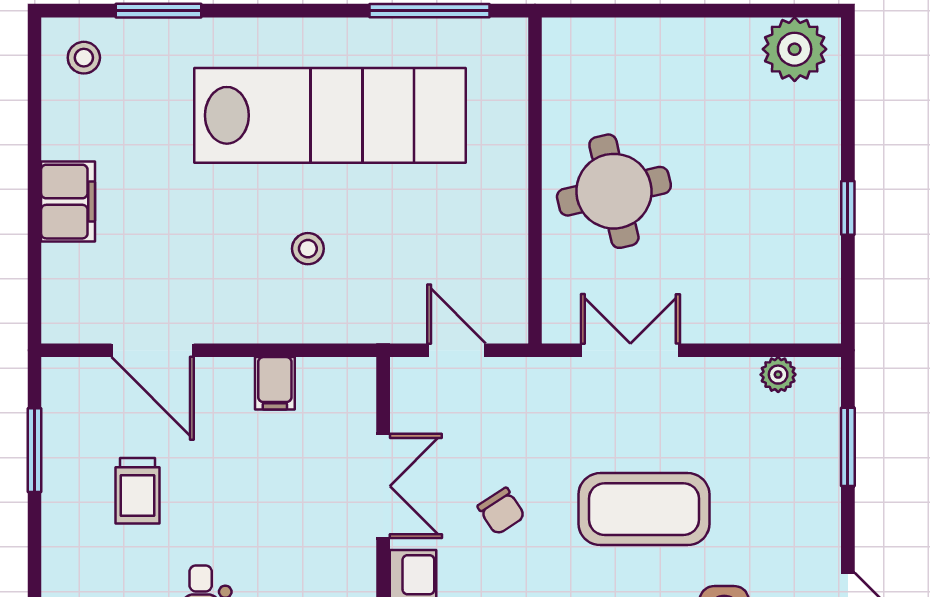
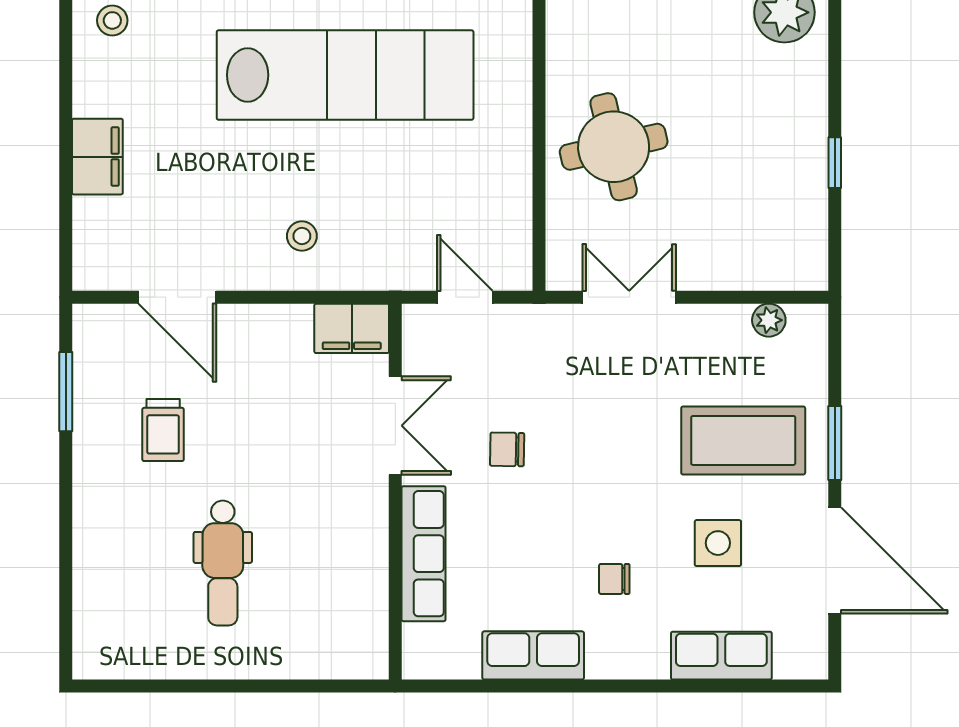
stool: (308, 249) -> (302, 236), moved
filing cabinet: (275, 383) -> (352, 328), moved, width x2.00
window: (848, 447) -> (835, 443), moved
coffee table: (644, 509) -> (743, 440), moved
chair: (501, 511) -> (507, 449), turned 124

